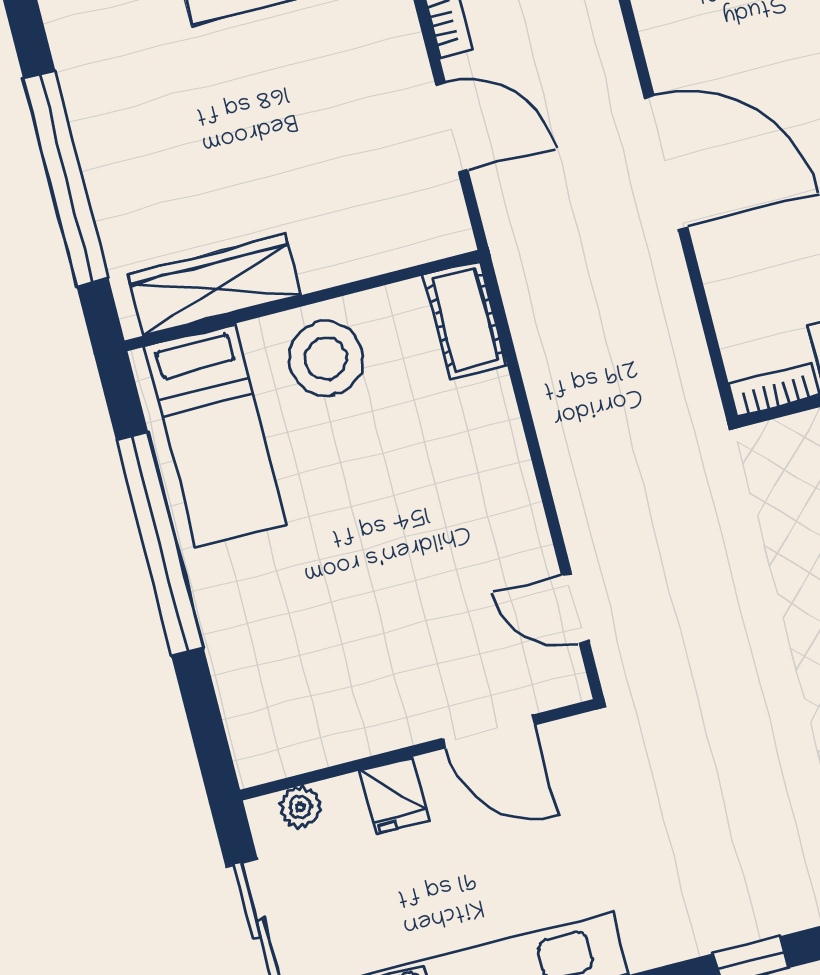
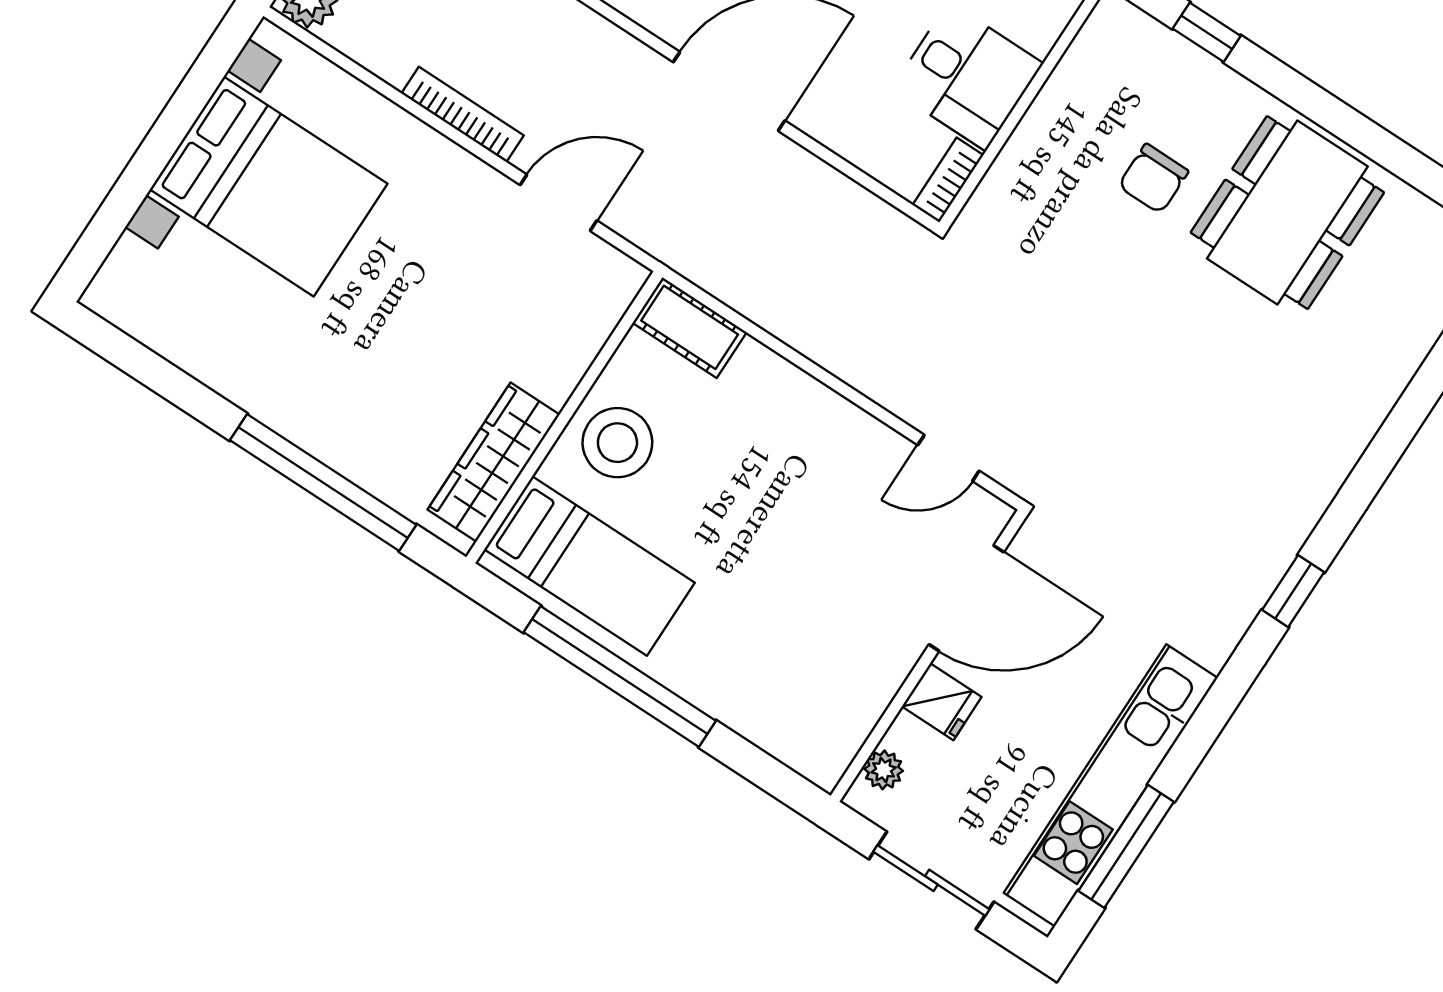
door: (489, 732) -> (966, 598), width x1.36

